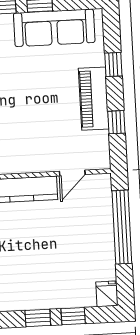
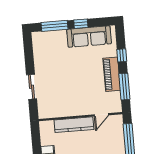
window: (116, 122) -> (124, 87), width x2.17

